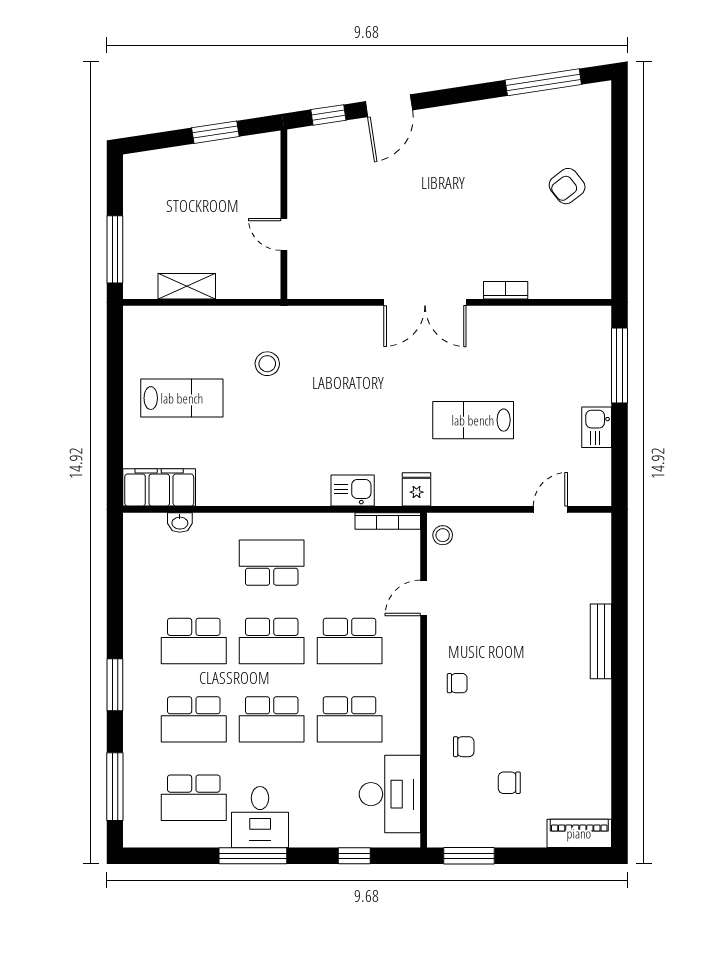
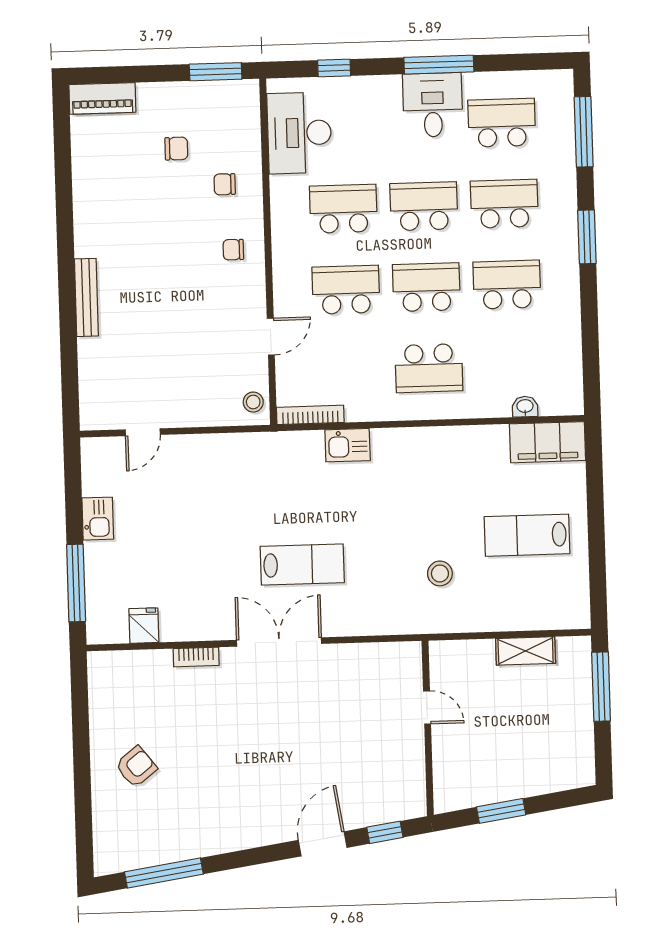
lab bench: (473, 420) -> (302, 564), moved
fridge: (417, 489) -> (144, 626), moved, turned 180

